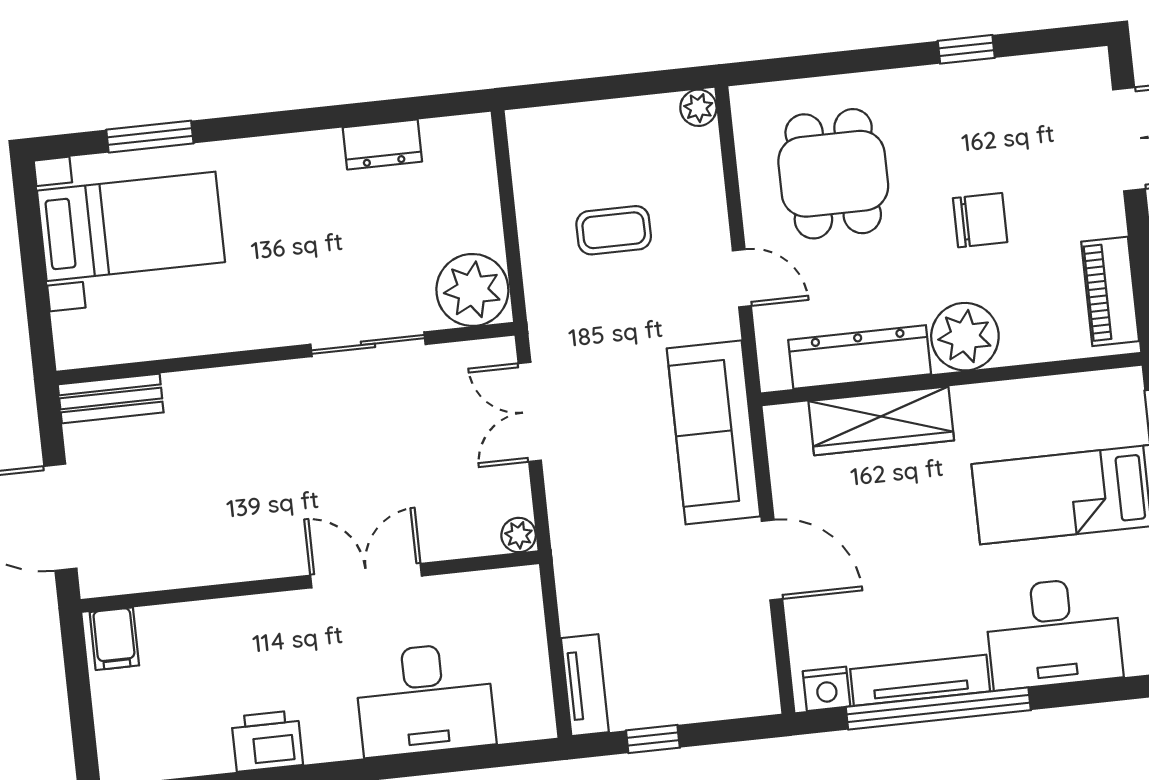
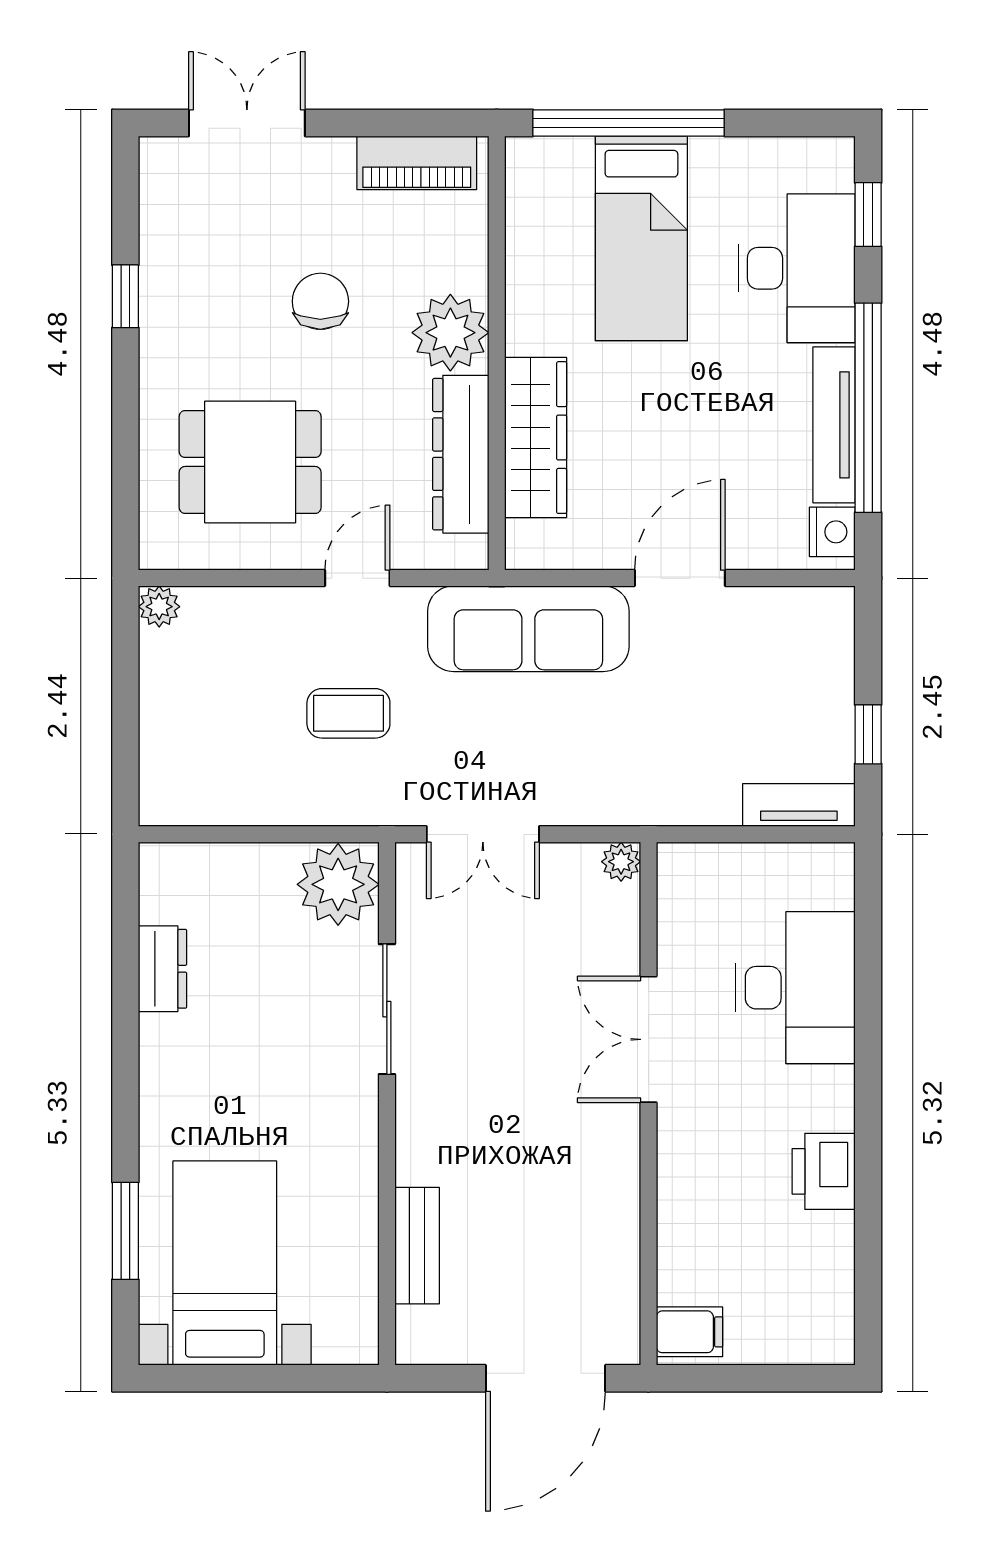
coffee table: (614, 230) -> (348, 713), moved, turned 90
bench: (111, 398) -> (417, 1246), moved
window: (1107, 691) -> (868, 215), added

